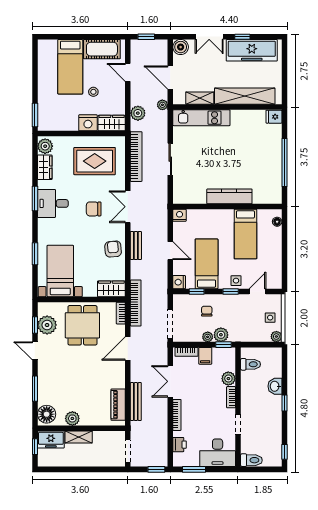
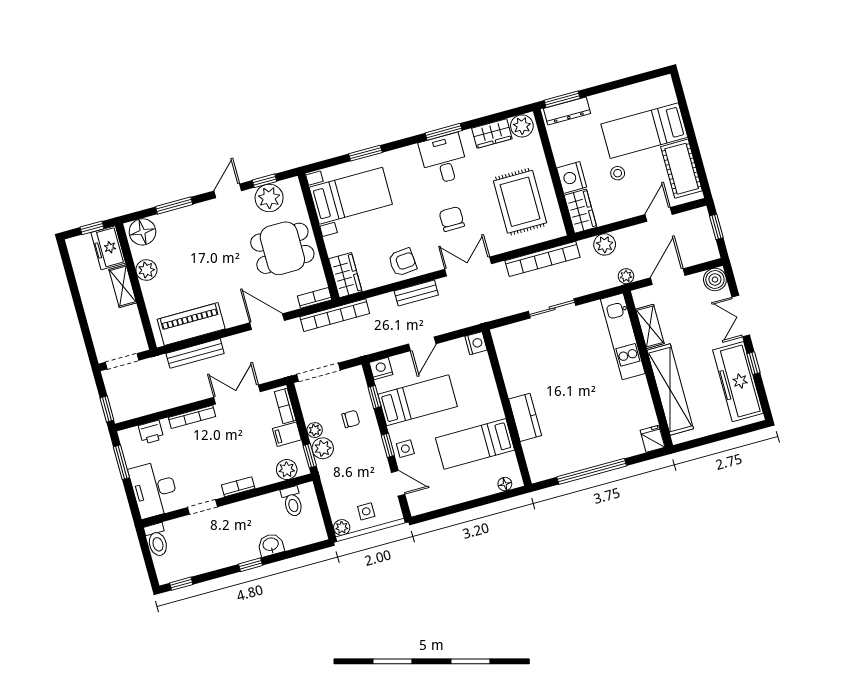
dresser: (43, 114) -> (567, 111), added
kitchen counter: (229, 196) -> (525, 417), width x0.67
plant: (228, 379) -> (287, 470), moved
piano: (118, 405) -> (191, 324), width x1.37, depth x1.33

